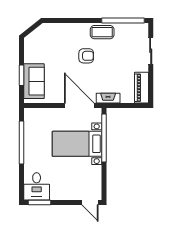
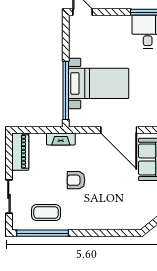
coffee table: (102, 32) -> (46, 213), moved
armchair: (86, 56) -> (76, 180), moved
door: (79, 105) -> (119, 130), moved

